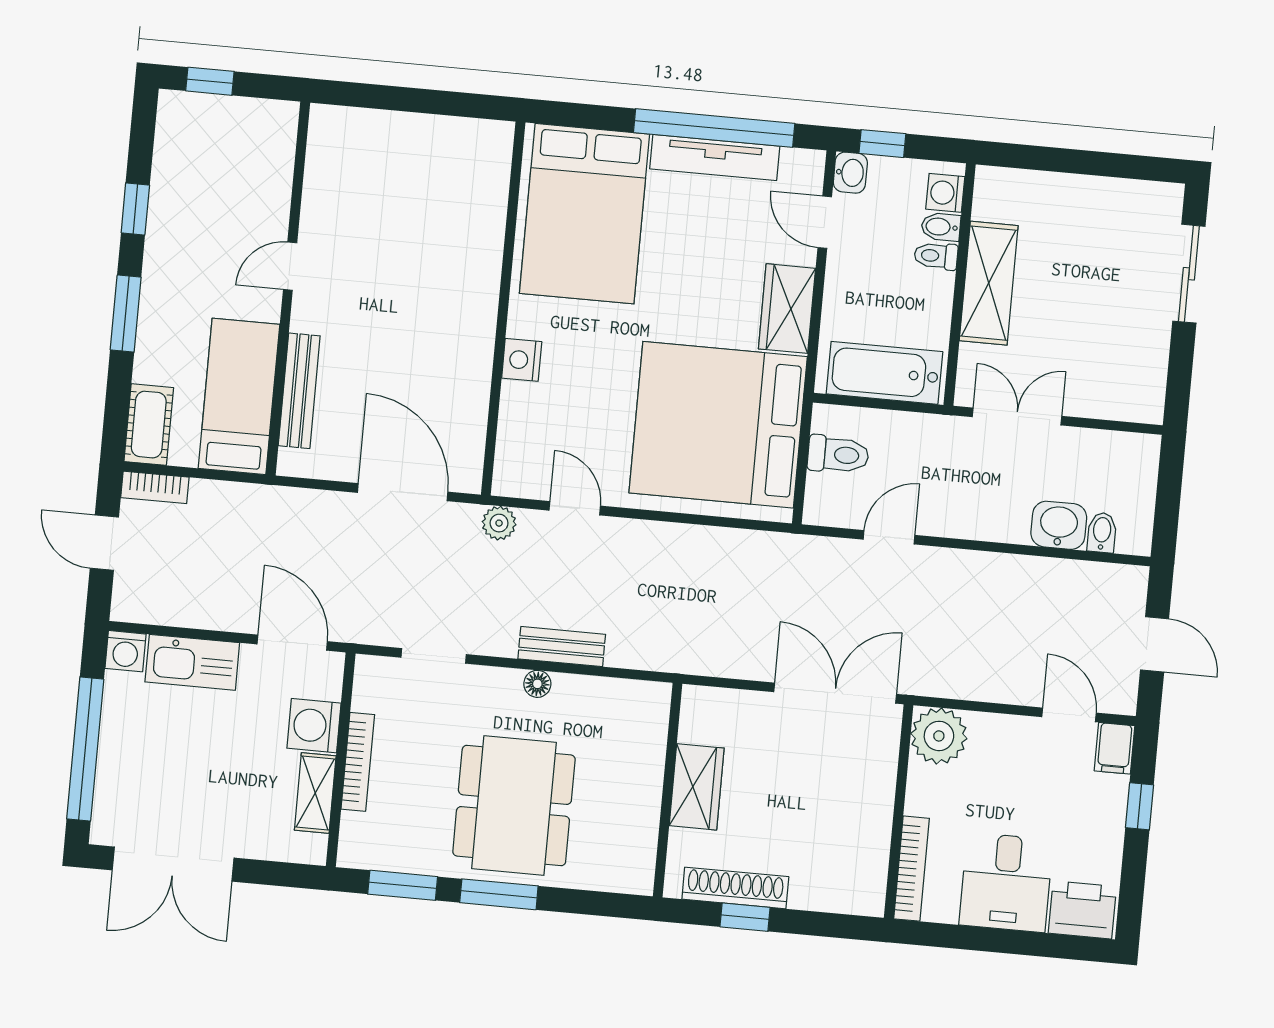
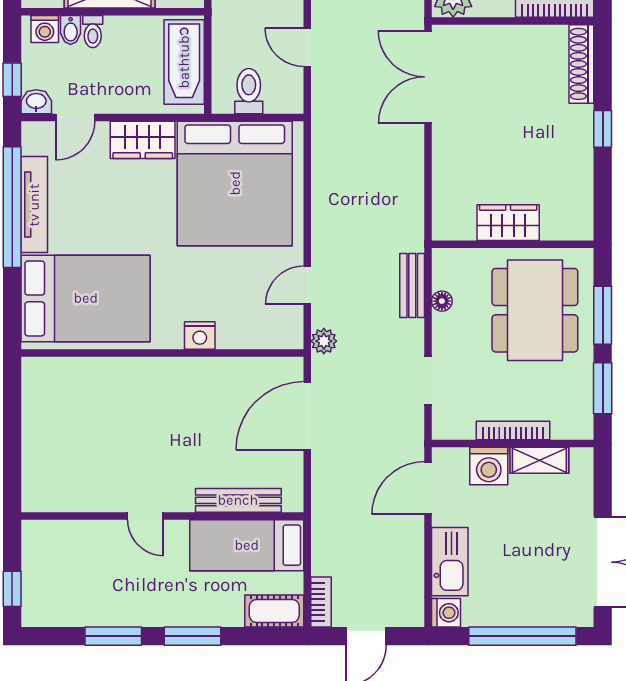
window: (135, 209) -> (113, 636), width x1.50
wardrobe: (697, 787) -> (508, 223), moved
wall: (668, 790) -> (513, 244), moved
dining table: (514, 806) -> (535, 310), turned 90
shoe rack: (735, 888) -> (581, 64), moved

